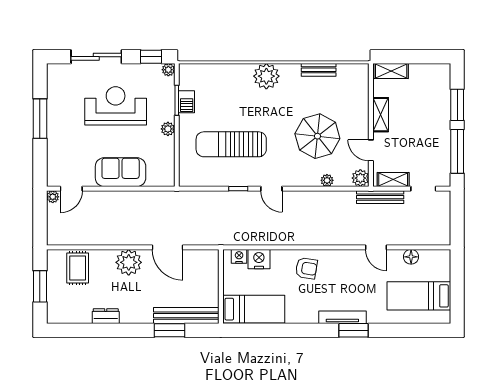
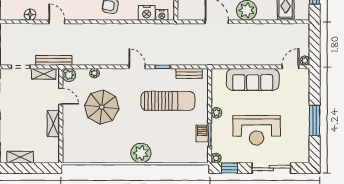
bench: (319, 70) -> (189, 73), moved
shelving: (391, 71) -> (20, 157), moved
sofa: (121, 172) -> (253, 80), width x1.36

